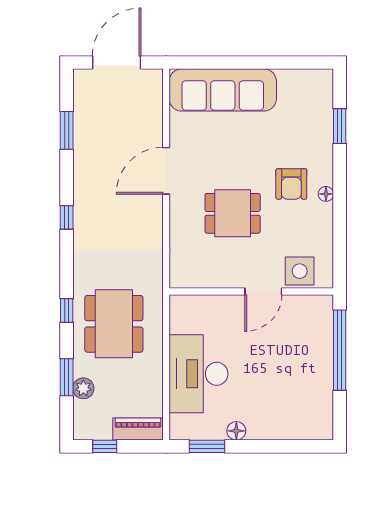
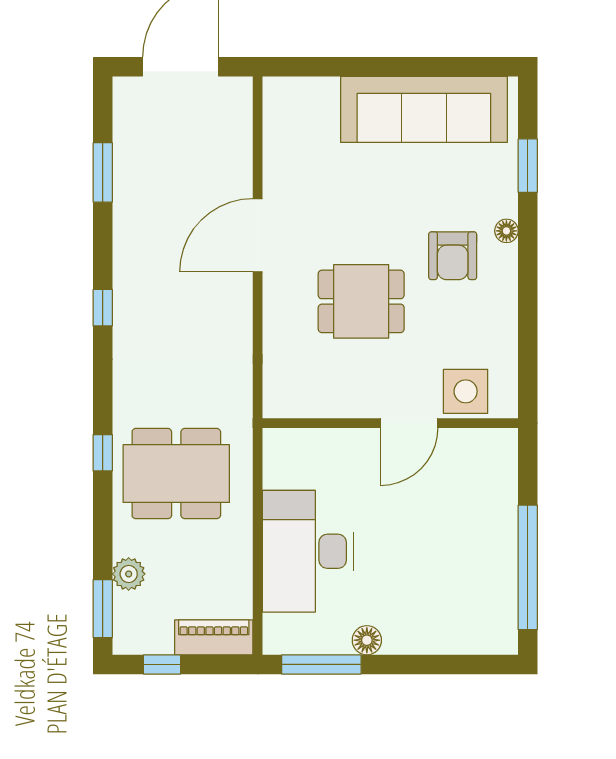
sofa: (223, 90) -> (424, 109), moved
floor lamp: (326, 194) -> (506, 231), moved
dining table: (114, 324) -> (176, 474), turned 90
window: (340, 350) -> (528, 567), moved
window: (67, 377) -> (103, 609), moved
window: (207, 446) -> (321, 664), width x1.44

